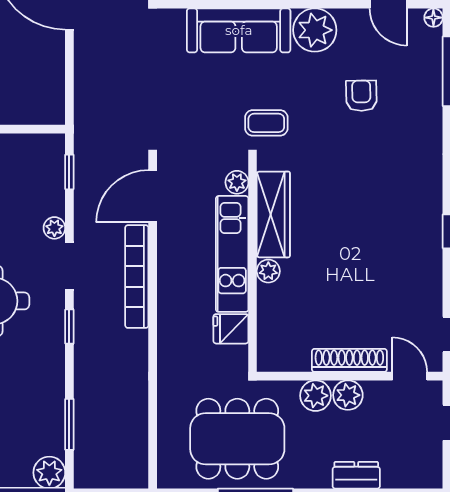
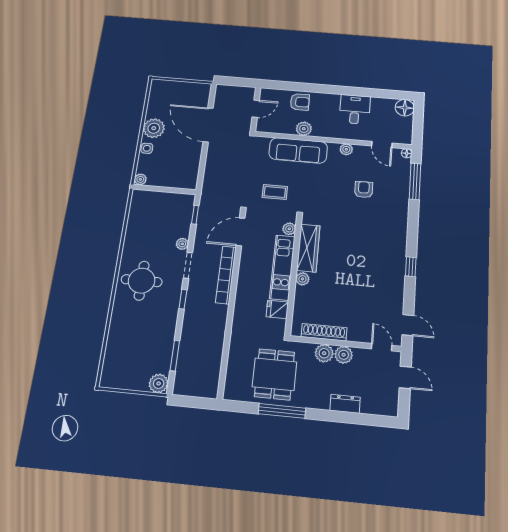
plant: (315, 30) -> (346, 149), width x0.53, depth x0.53
coffee table: (266, 123) -> (275, 192), moved
shoe rack: (349, 360) -> (324, 332), moved
dining table: (237, 439) -> (274, 374), width x0.73

